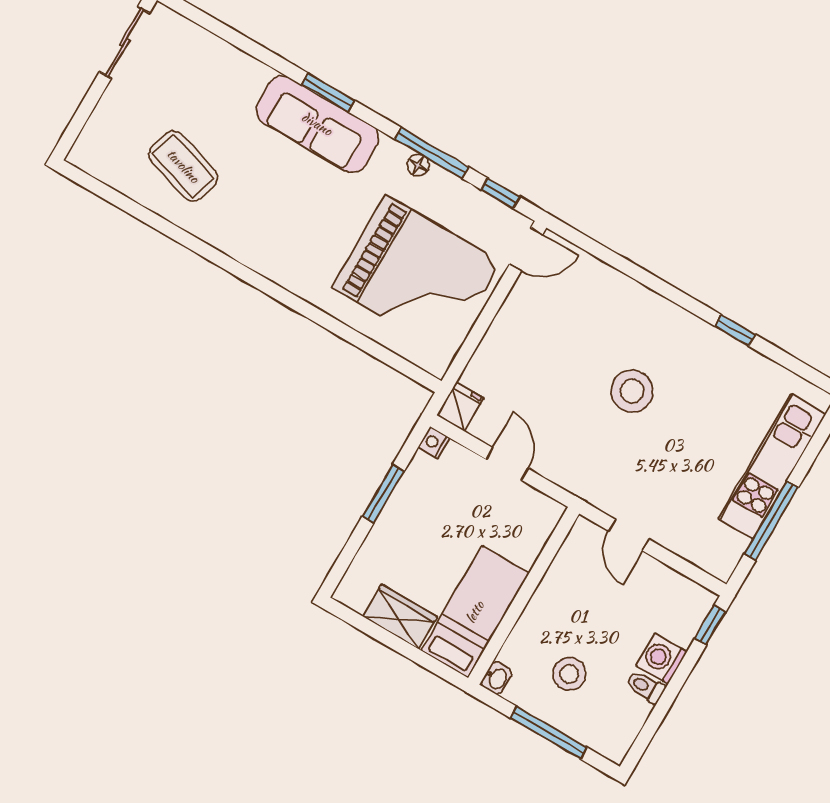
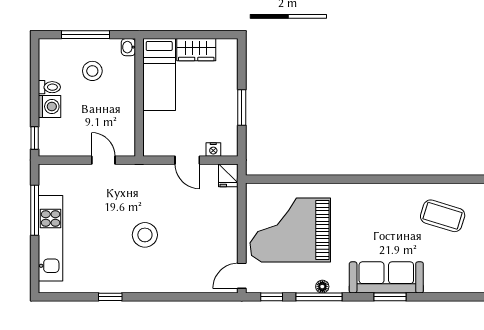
nightstand: (434, 443) -> (213, 149), moved, turned 90

